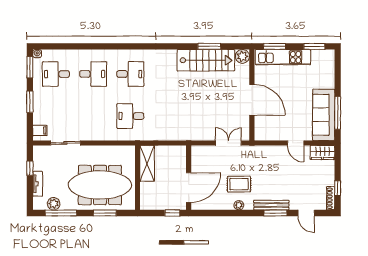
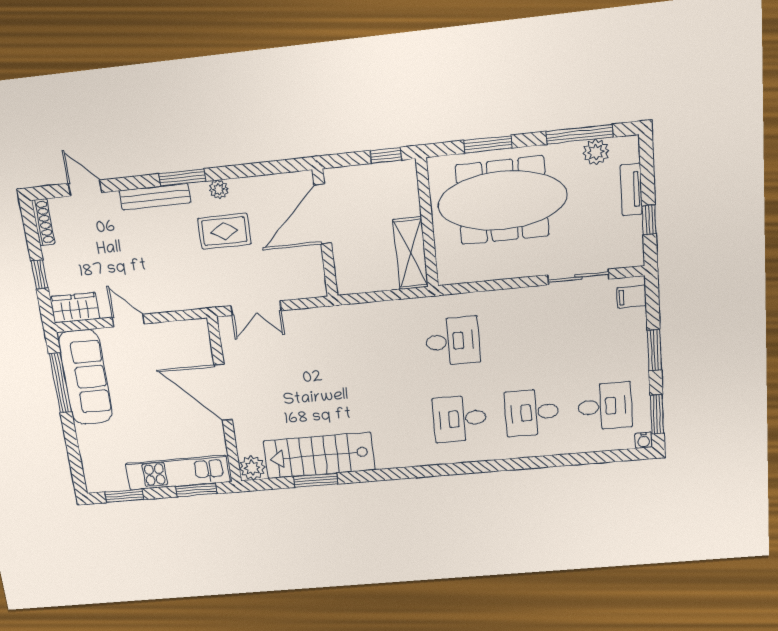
window: (338, 188) -> (40, 274), moved
window: (172, 213) -> (386, 155), moved
window: (275, 213) -> (182, 177), moved

